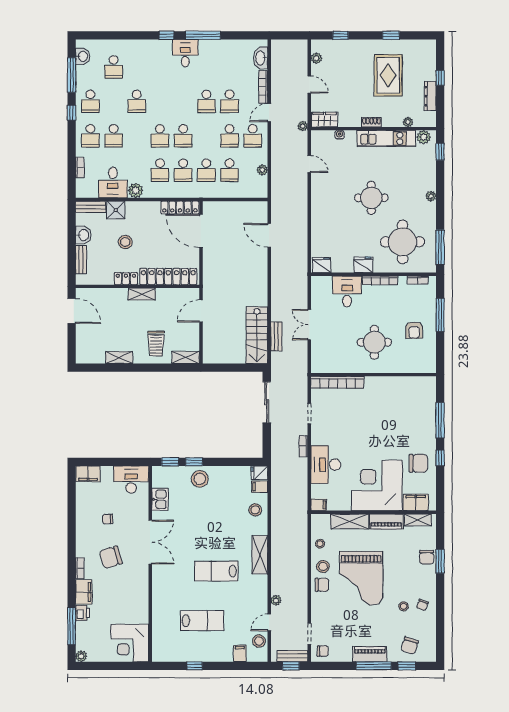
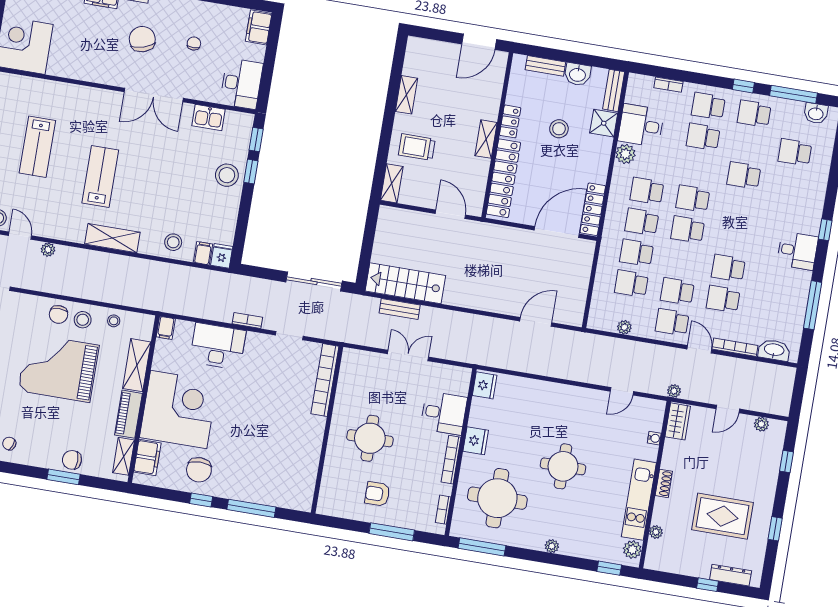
window: (203, 35) -> (813, 305), moved
dresser: (430, 96) -> (731, 575), moved
stool: (404, 606) -> (12, 418), removed

